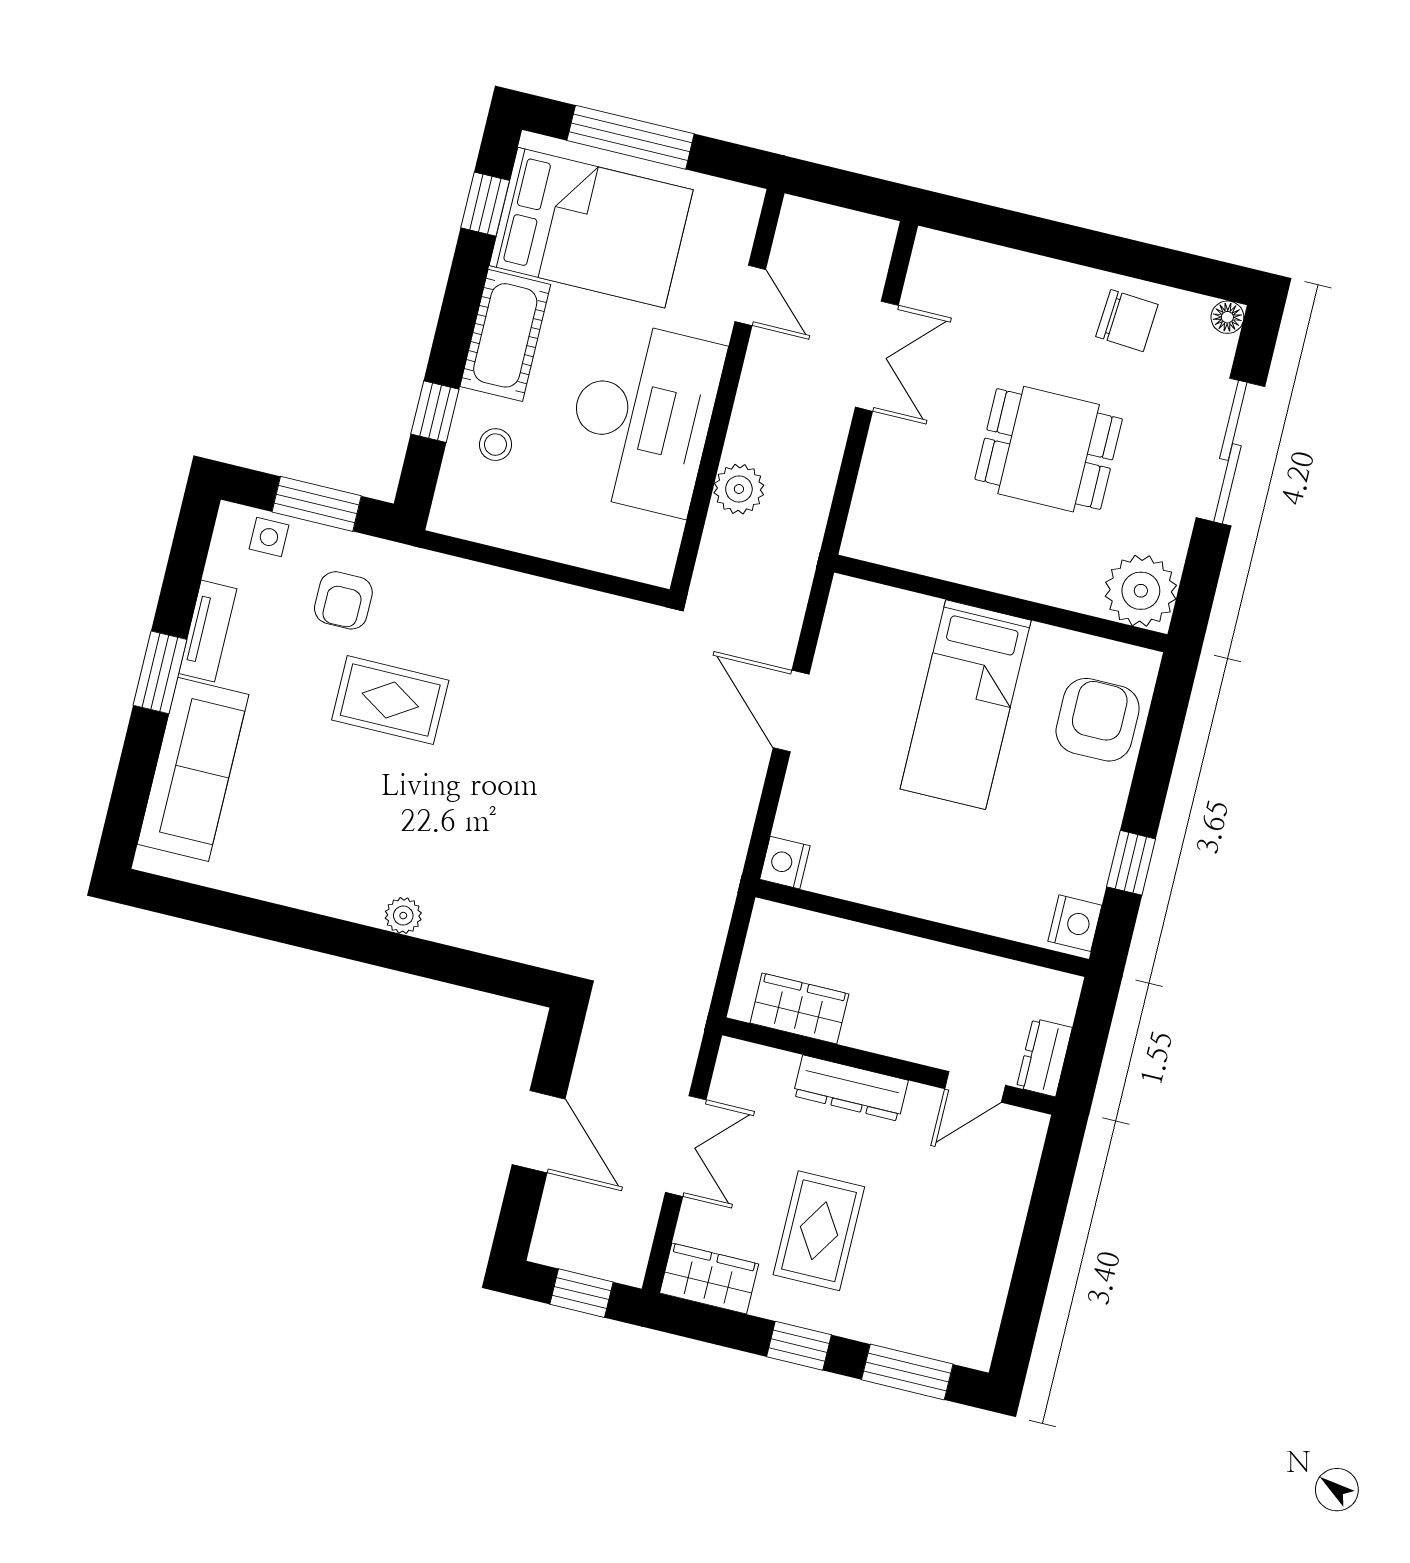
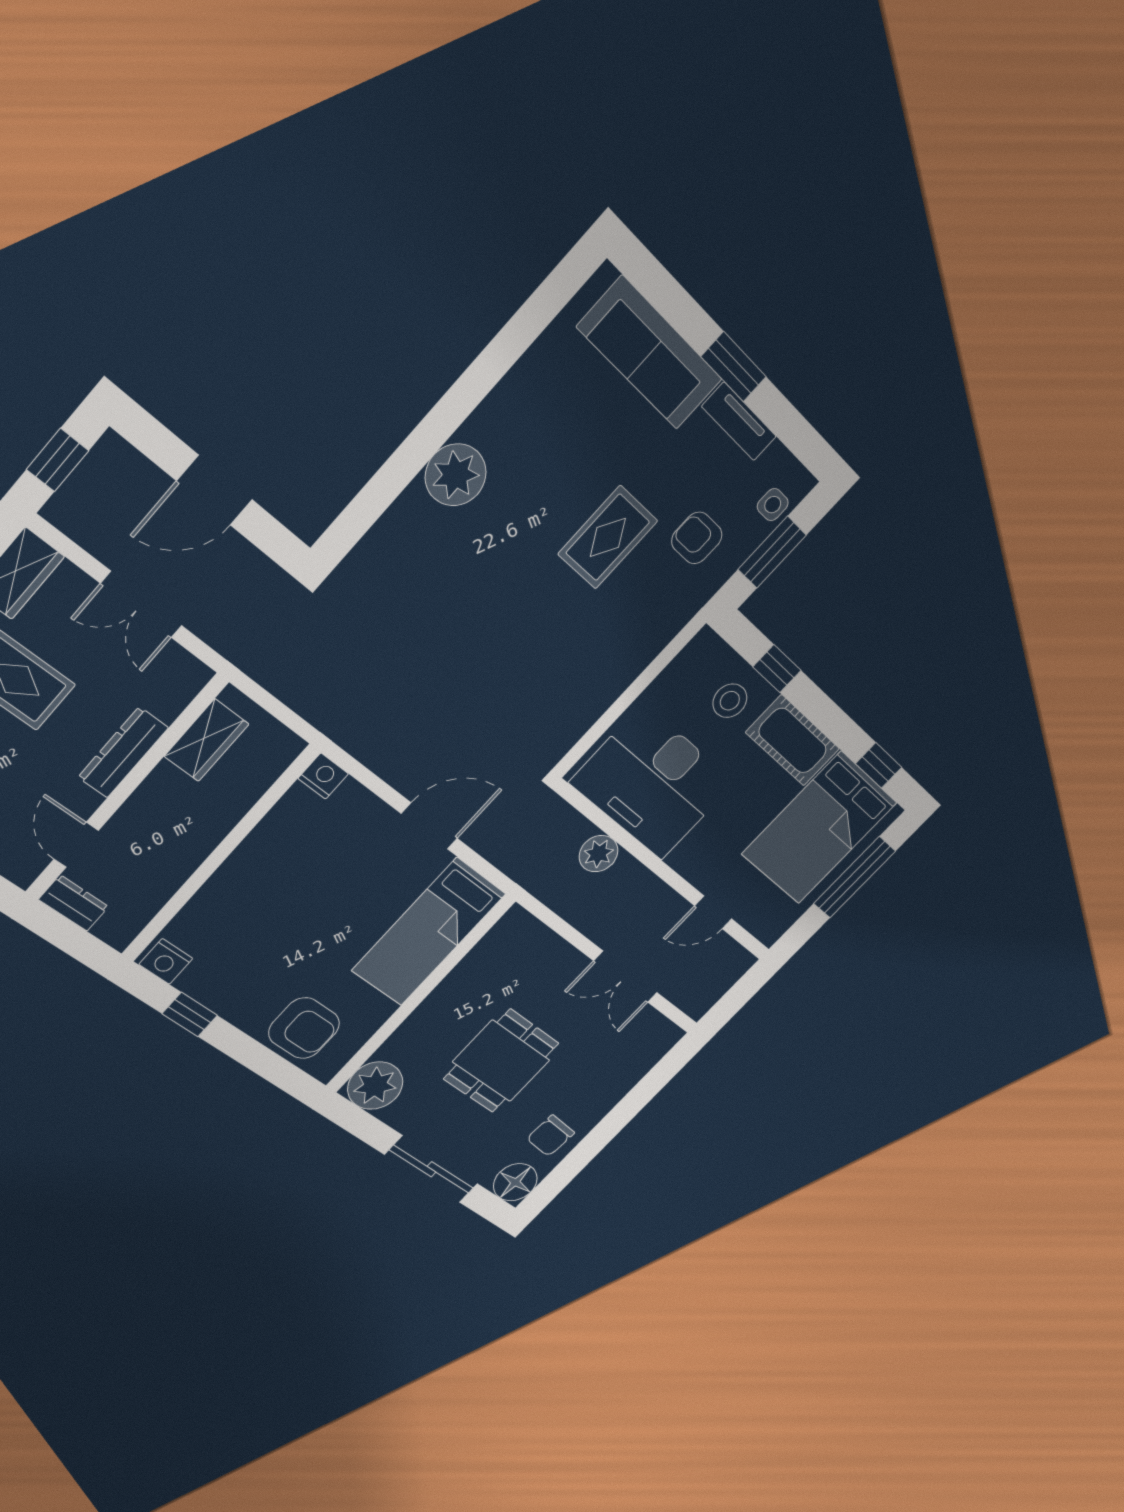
floor lamp: (1227, 317) -> (515, 1182), width x1.89, depth x1.89
desk: (642, 417) -> (653, 783), moved
stool: (495, 445) -> (730, 701), width x1.37, depth x1.37
bed: (966, 705) -> (429, 932), moved, turned -90
plant: (403, 916) -> (456, 475), width x1.88, depth x1.88

